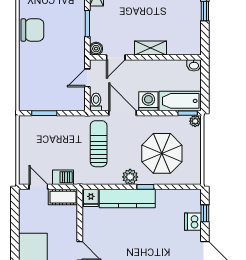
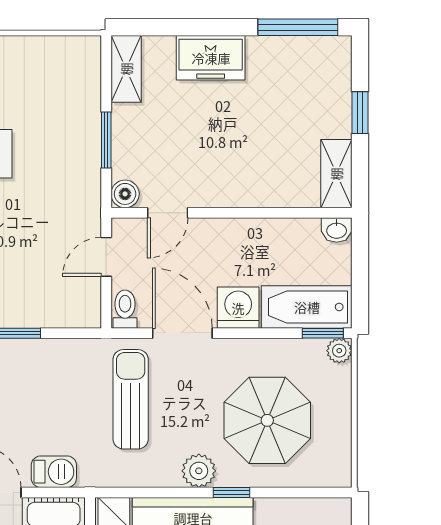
shelving: (151, 48) -> (336, 174), moved, turned 90

